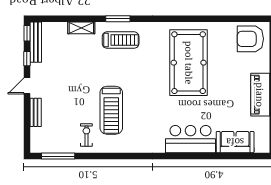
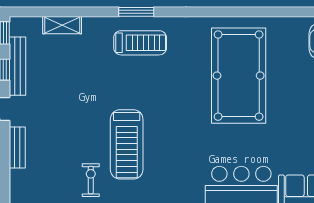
shelving: (81, 28) -> (62, 25), moved
bench: (36, 42) -> (18, 66), moved

